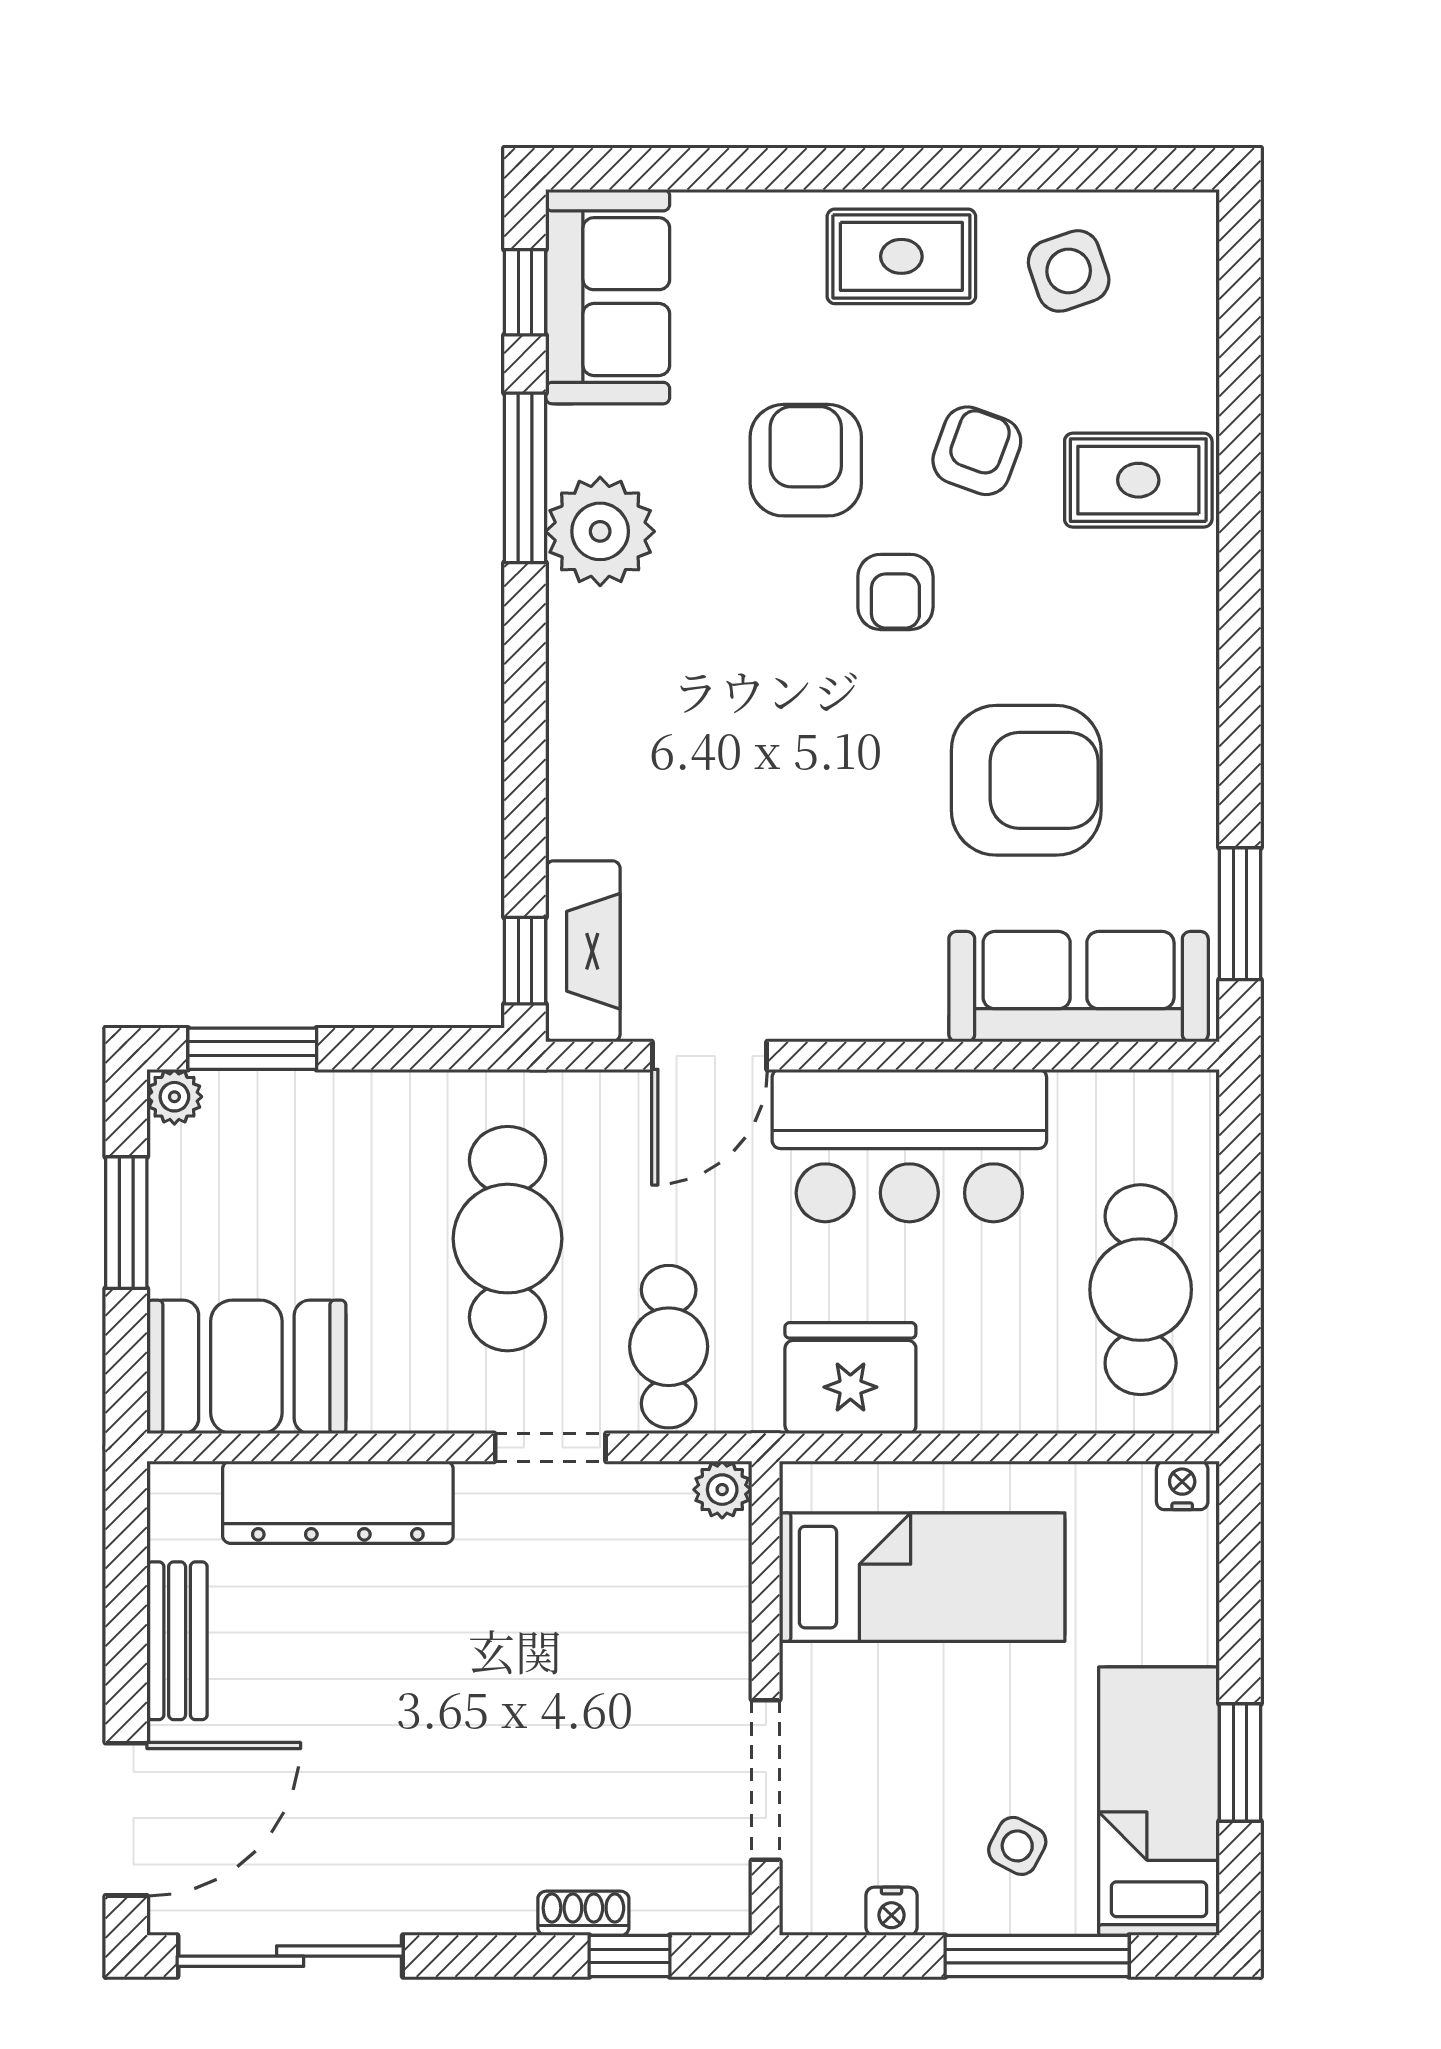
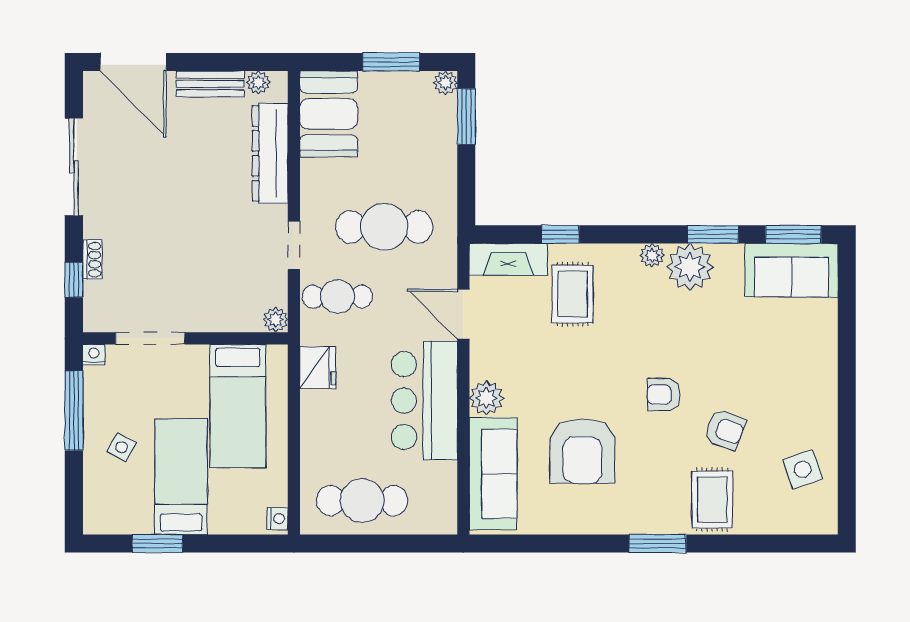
rug: (901, 256) -> (572, 294), moved
window: (525, 292) -> (793, 234), width x1.50
armchair: (806, 460) -> (721, 356), removed
window: (525, 478) -> (713, 234), width x0.69
plant: (573, 619) -> (652, 255), added
window: (1240, 914) -> (658, 544), moved
window: (525, 961) -> (560, 234), moved
plant: (903, 1002) -> (486, 398), added
fridge: (850, 1378) -> (318, 368), width x0.73, depth x0.75
plant: (174, 1530) -> (258, 83), added
bed: (1159, 1801) -> (181, 477), moved, turned -90
nightstand: (892, 1911) -> (94, 355), moved, turned 90
sliding door: (290, 1956) -> (74, 167), moved
window: (1037, 1956) -> (74, 411), moved

